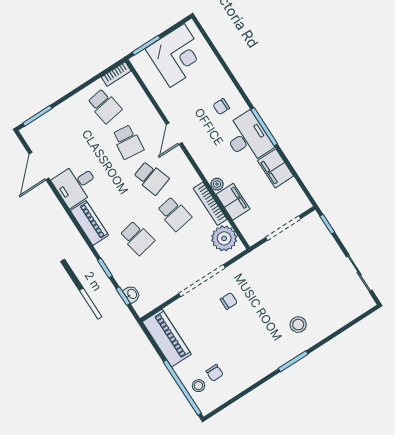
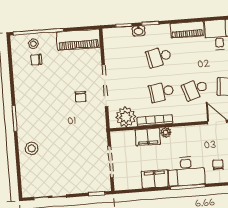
washbasin: (132, 294) -> (139, 31), moved
stool: (298, 325) -> (32, 148), moved

